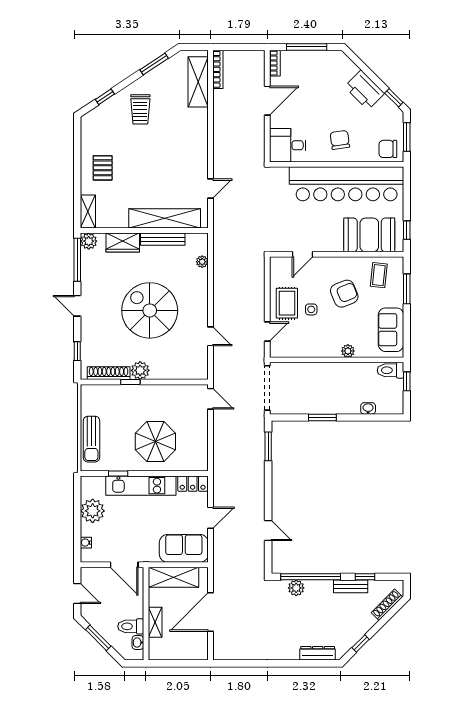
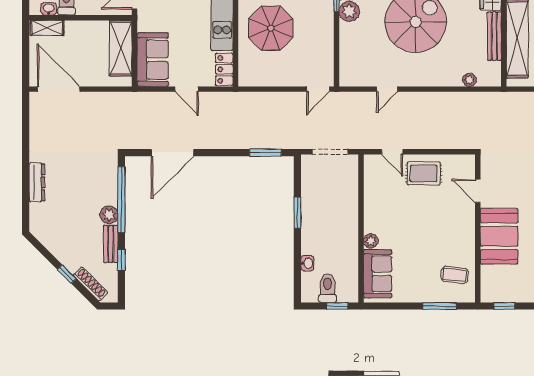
booth: (369, 235) -> (499, 236), moved
armchair: (344, 294) -> (434, 237), removed
side table: (311, 309) -> (417, 200), removed
sofa: (391, 330) -> (378, 274), moved, turned 90
toilet: (391, 370) -> (328, 288), moved
doorway: (267, 388) -> (330, 152), width x0.73
door: (268, 530) -> (172, 153), width x1.88
plant: (296, 588) -> (109, 215), moved
door: (211, 612) -> (59, 89), moved
shelving: (155, 622) -> (47, 28), moved
window: (361, 644) -> (67, 274), moved
dresser: (318, 653) -> (37, 182), moved

